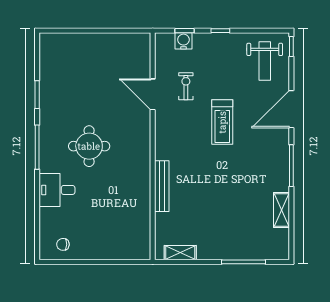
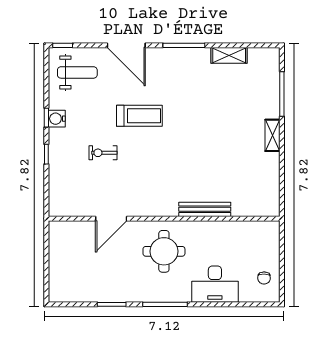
water cooler: (183, 41) -> (57, 119), moved
door: (153, 94) -> (111, 219), moved
wall: (153, 146) -> (164, 219), moved
bench: (162, 186) -> (205, 209), moved
desk: (57, 190) -> (215, 284), width x1.37
shelving: (180, 253) -> (272, 135), moved

